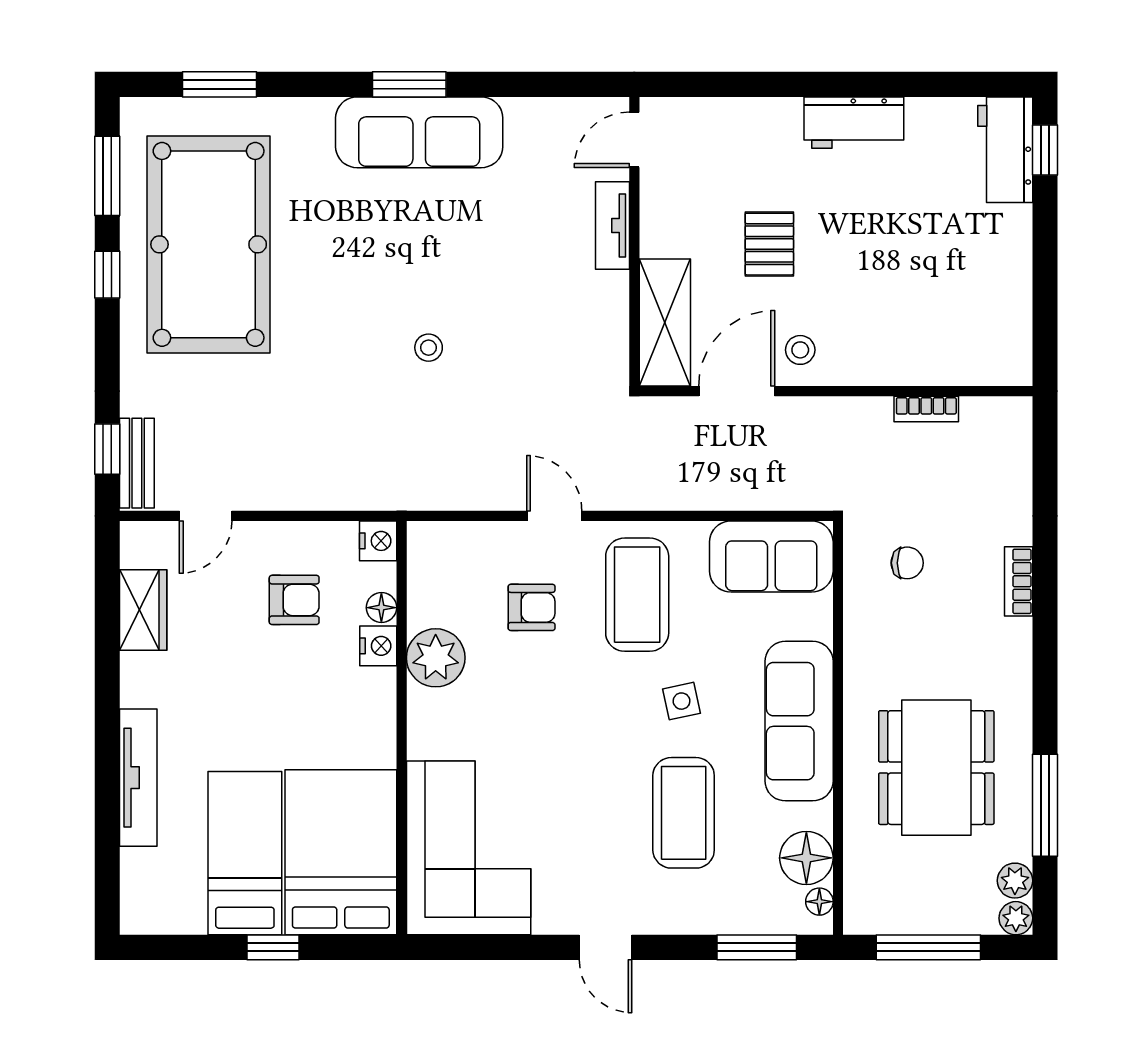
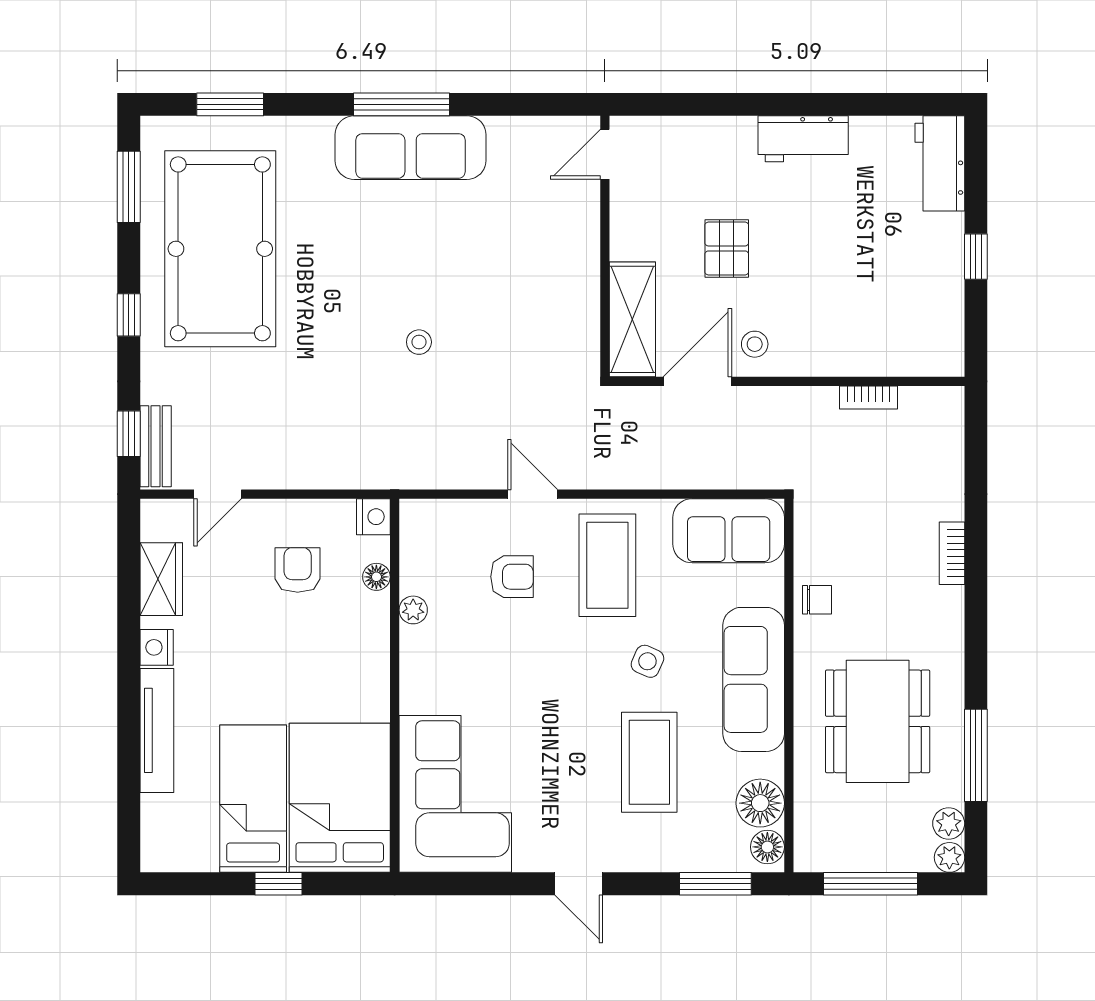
window: (409, 84) -> (402, 104), width x1.44
window: (1045, 150) -> (976, 257), moved
tv unit: (613, 226) -> (585, 232), removed
window: (107, 275) -> (129, 315), moved
chair: (907, 563) -> (817, 600), moved
armchair: (294, 600) -> (298, 570), turned -90
nightstand: (378, 646) -> (157, 647), moved, turned 180
plant: (436, 658) -> (413, 610), width x0.53, depth x0.53
side table: (682, 701) -> (647, 661), turned 36
floor lamp: (819, 902) -> (767, 847), width x1.37, depth x1.37

